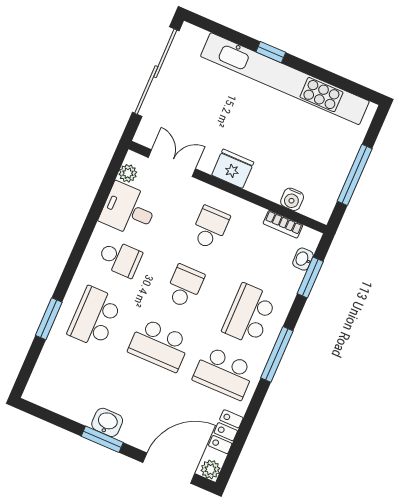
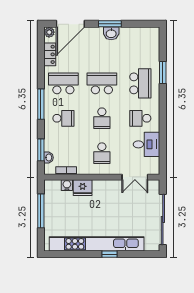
fridge: (233, 169) -> (83, 188), moved
plant: (128, 173) -> (155, 163), removed
school desk: (249, 314) -> (63, 118), width x0.54

